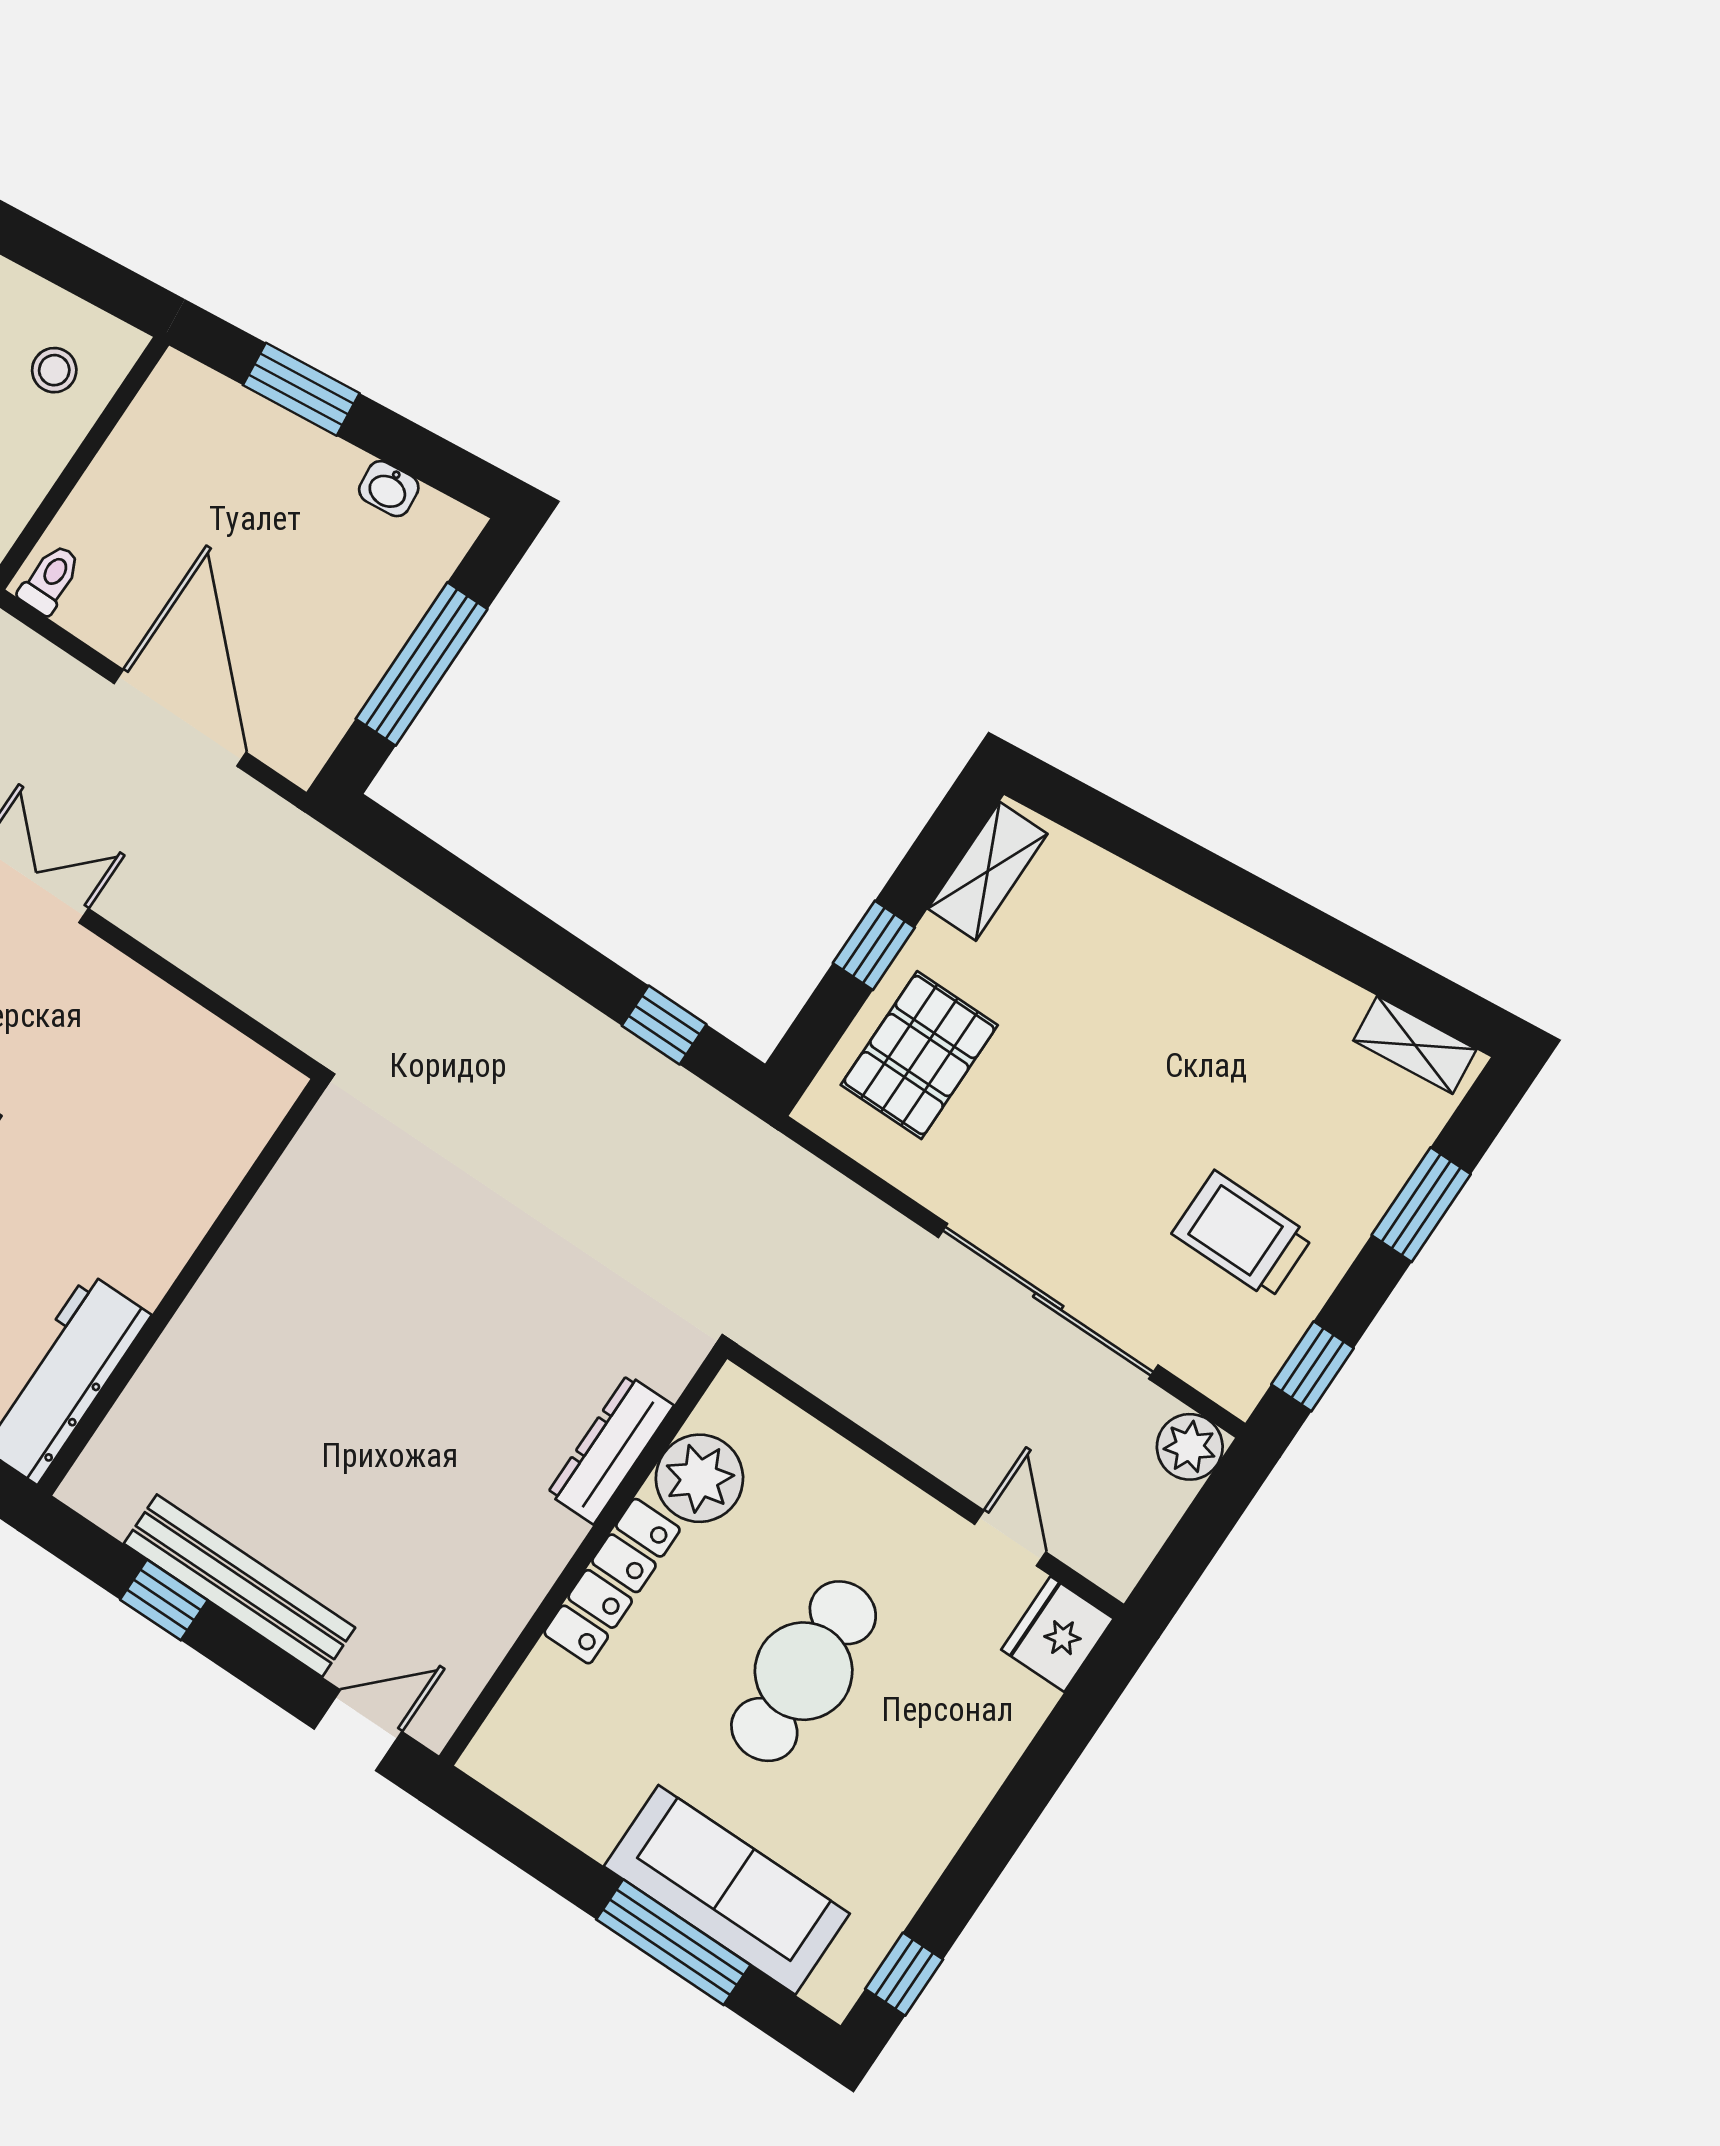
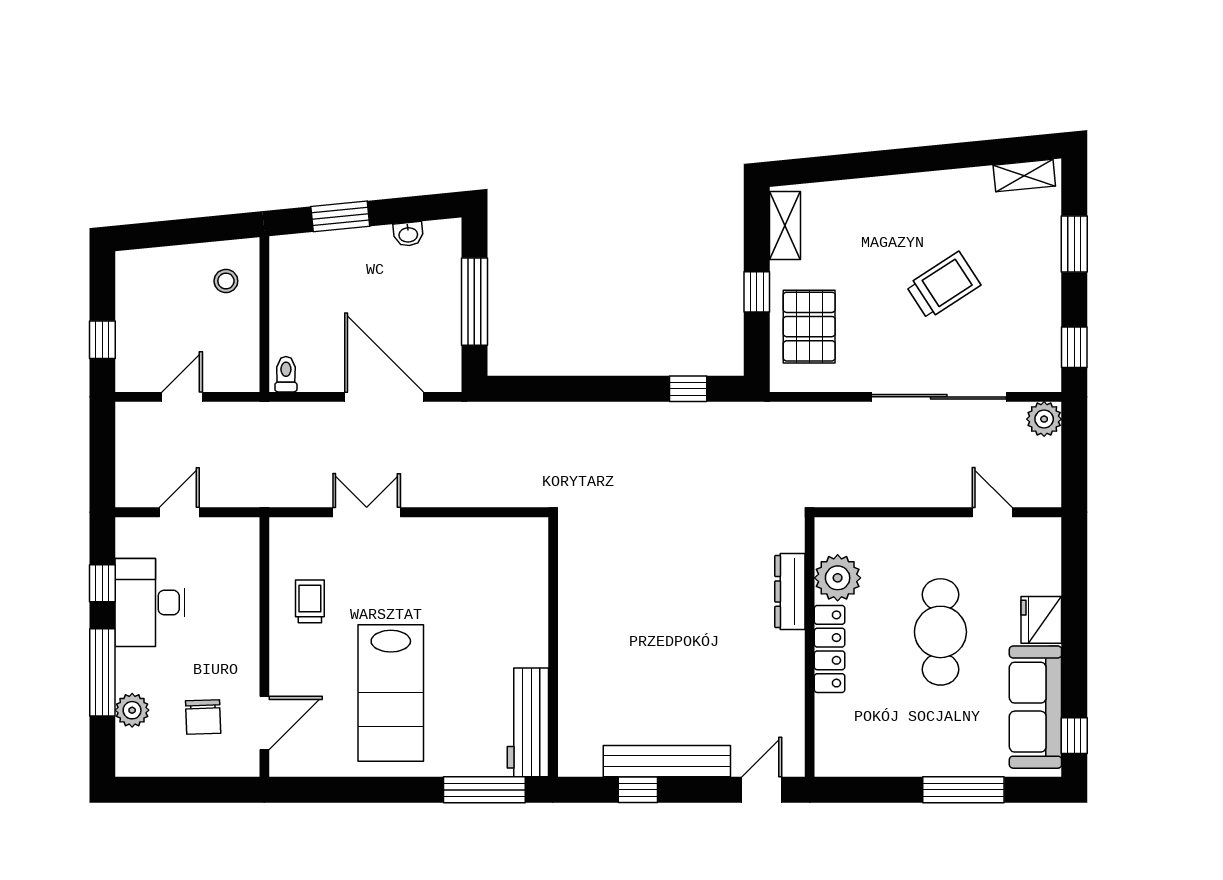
trolley: (1242, 1235) -> (943, 285), moved, turned 147
fridge: (1057, 1634) -> (1041, 620), moved
sofa: (727, 1890) -> (1035, 707), moved, turned -90

